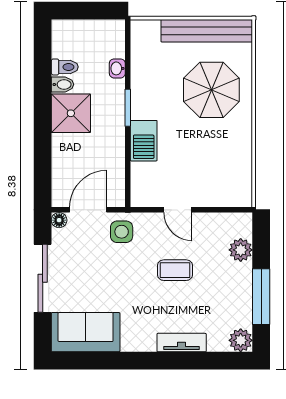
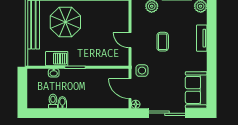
shower: (71, 113) -> (78, 98), removed
barbecue: (144, 141) -> (57, 59), moved
door: (178, 210) -> (130, 40), swing flipped

